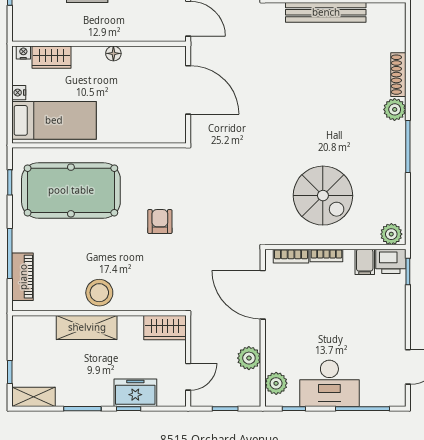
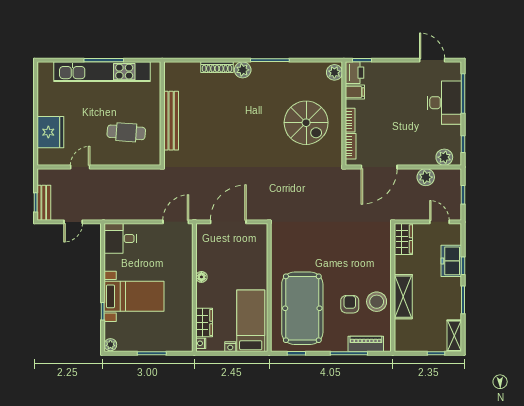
spiral stairs: (323, 196) -> (306, 123), turned 90
armchair: (160, 222) -> (350, 304), moved, turned 90
stool: (99, 293) -> (377, 302), moved
desk: (329, 383) -> (444, 103), moved

